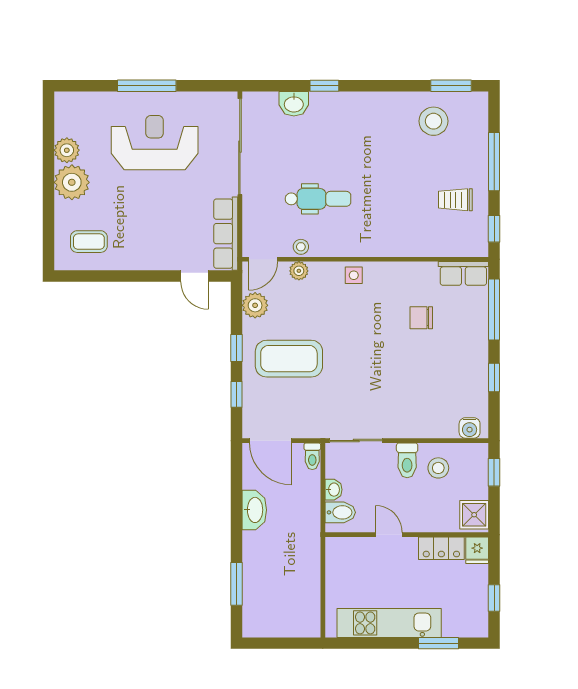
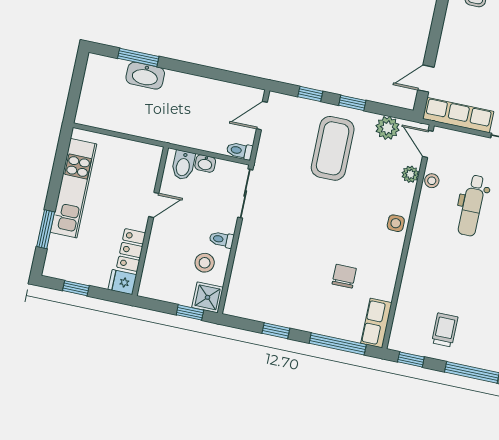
water cooler: (470, 428) -> (235, 299), removed
door: (270, 441) -> (262, 116), width x0.73
toilet: (407, 460) -> (221, 239), width x0.73, depth x0.72
washbasin: (254, 510) -> (145, 76), moved
shower: (474, 515) -> (208, 297), moved

